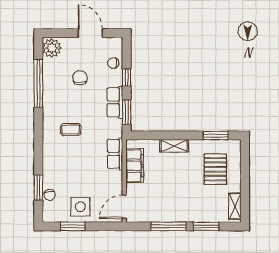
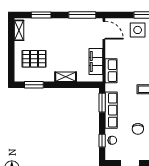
window: (127, 77) -> (102, 141), moved
row of seats: (115, 102) -> (111, 110), width x1.48
pallet: (215, 169) -> (34, 59), turned 90
door: (124, 207) -> (104, 30), hinge flipped
window: (169, 226) -> (82, 15), moved

